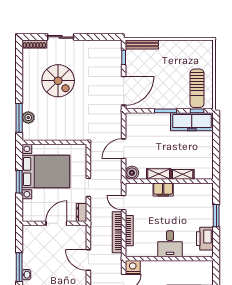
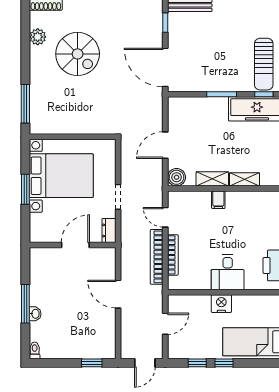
door: (124, 91) -> (165, 67), swing flipped
plant: (28, 118) -> (38, 37), moved
filing cabinet: (163, 190) -> (218, 200), width x0.50
nightstand: (133, 267) -> (221, 304), moved

